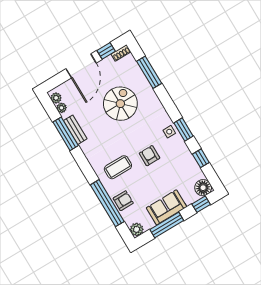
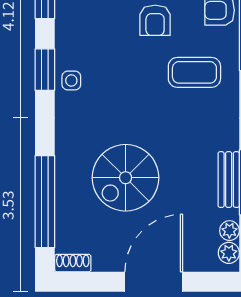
window: (106, 51) -> (96, 282), removed
window: (149, 72) -> (45, 202), width x1.46
armchair: (150, 156) -> (155, 20), moved

